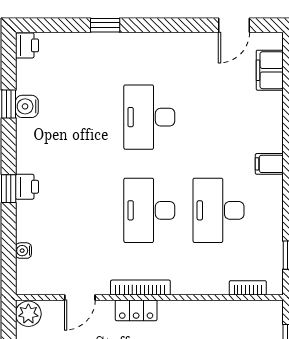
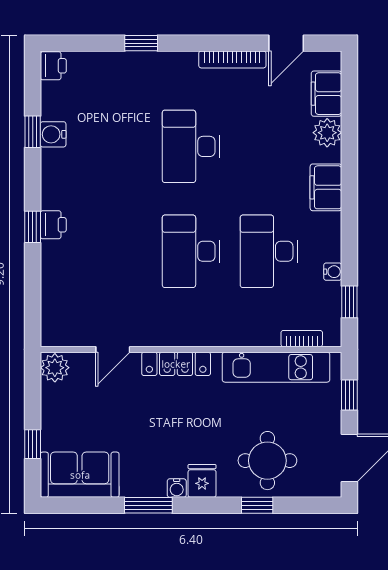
plant: (270, 105) -> (327, 133), added
filing cabinet: (269, 164) -> (326, 187), width x2.00
water cooler: (23, 251) -> (333, 272), moved, turned 180
bookcase: (140, 288) -> (232, 59), moved, turned 180
locker: (136, 310) -> (176, 364), width x1.53
kitchen unit: (225, 313) -> (276, 367), added

